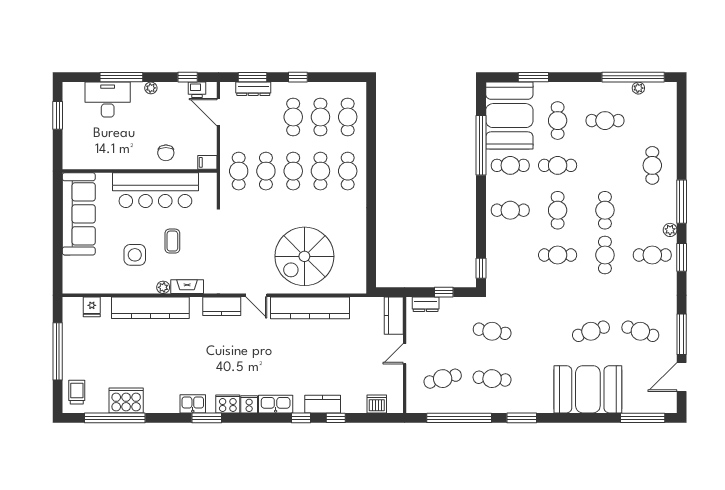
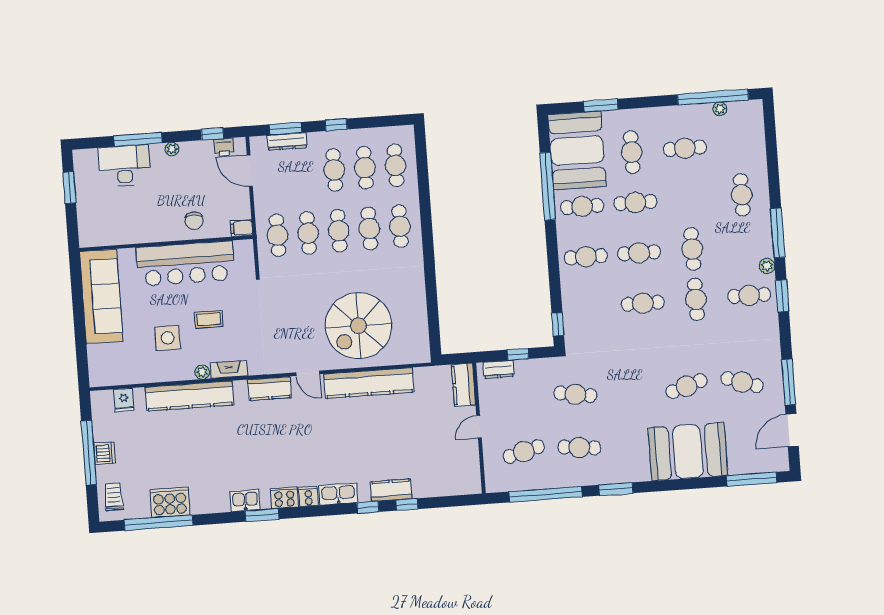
cafe table: (558, 210) -> (639, 253), turned 90
coffee table: (172, 241) -> (209, 319), turned 90
dishwasher: (377, 404) -> (105, 453), moved, turned 90

